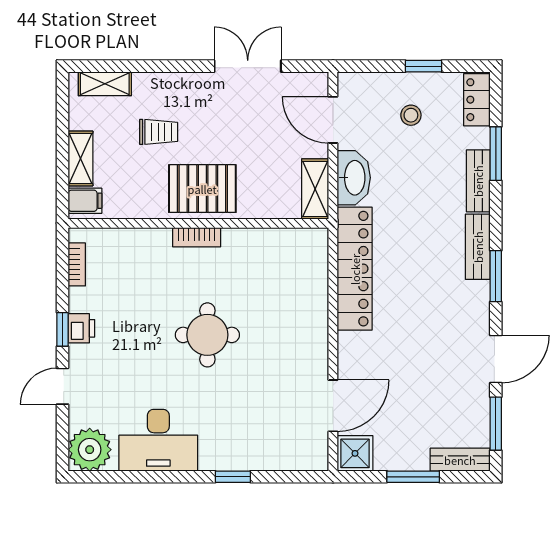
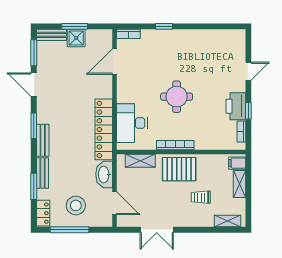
window: (424, 66) -> (70, 230), width x2.17
stool: (411, 115) -> (76, 205), width x1.89, depth x1.89
shelving: (315, 189) -> (140, 161), moved, turned 90
bookcase: (197, 237) -> (175, 145), width x1.56
printer: (81, 328) -> (236, 106), width x1.87, depth x1.48
window: (63, 329) -> (248, 111), moved
door: (496, 359) -> (34, 85), hinge flipped
desk: (158, 440) -> (132, 123), moved, turned -90
plant: (90, 450) -> (235, 40), removed
shower: (355, 453) -> (76, 38), moved
bookcase: (305, 462) -> (128, 34), added

